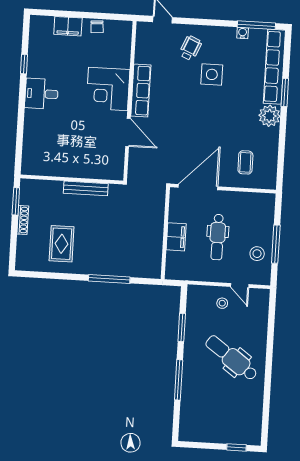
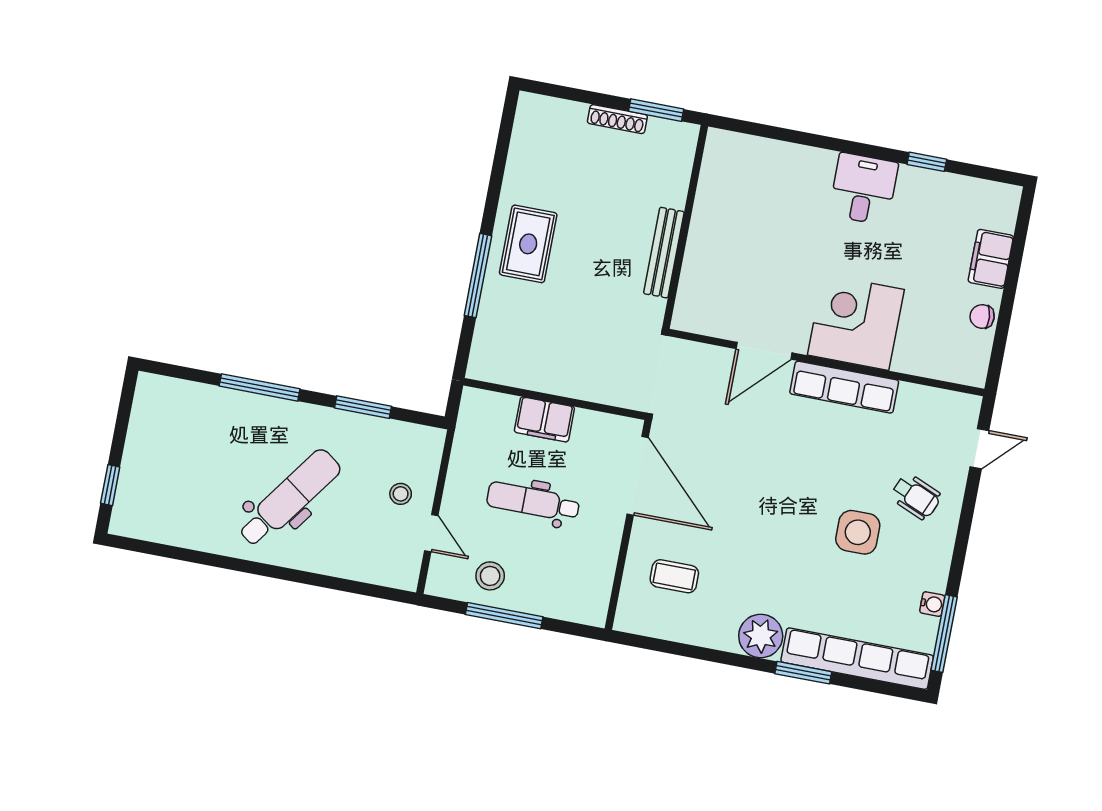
rug: (62, 244) -> (528, 244), moved, turned 90
door: (240, 285) -> (431, 533), swing flipped

